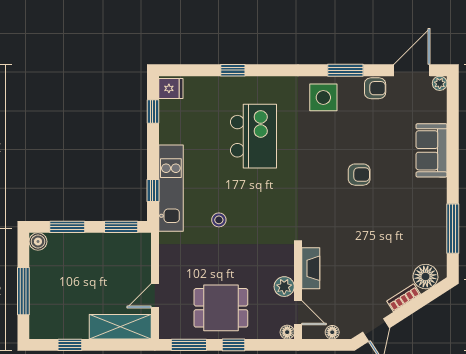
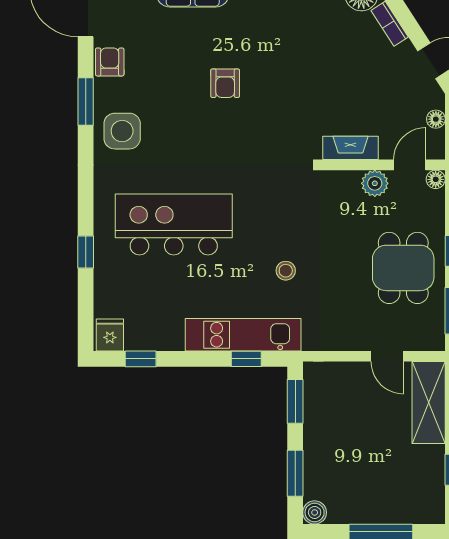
kitchen island: (253, 136) -> (174, 225), width x1.37
armchair: (359, 175) -> (225, 83), turned 180

